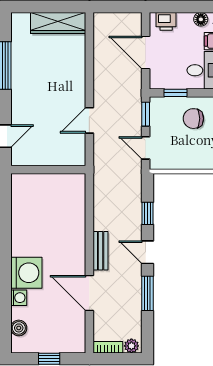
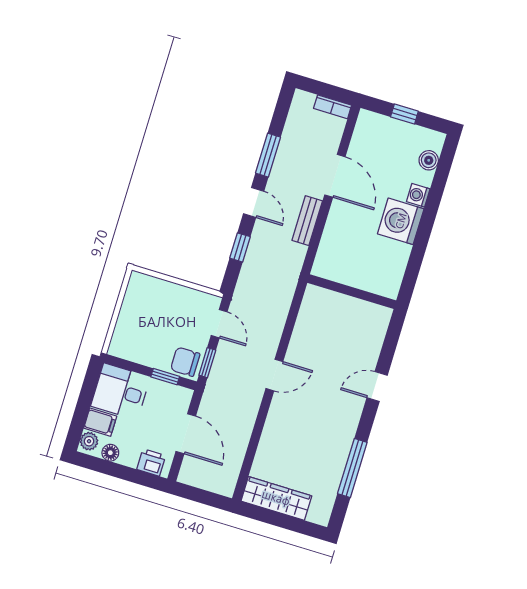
chair: (193, 119) -> (185, 362), moved, turned 180
wall: (48, 170) -> (352, 292), moved
plant: (131, 346) -> (305, 100), removed

